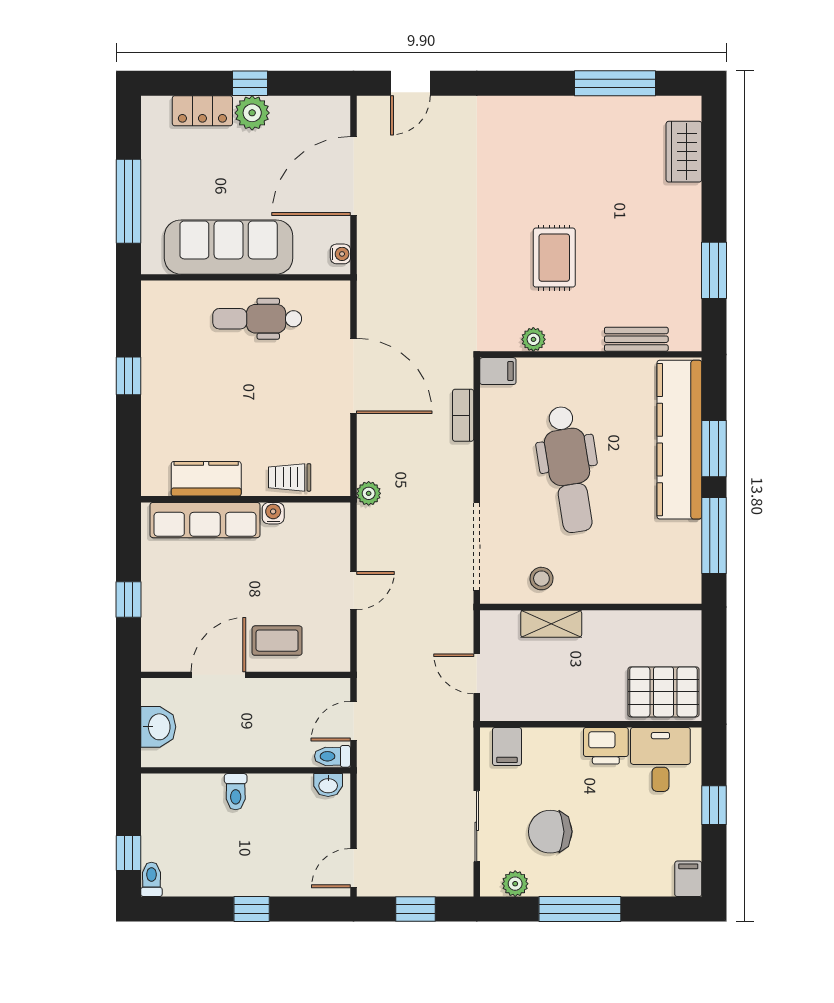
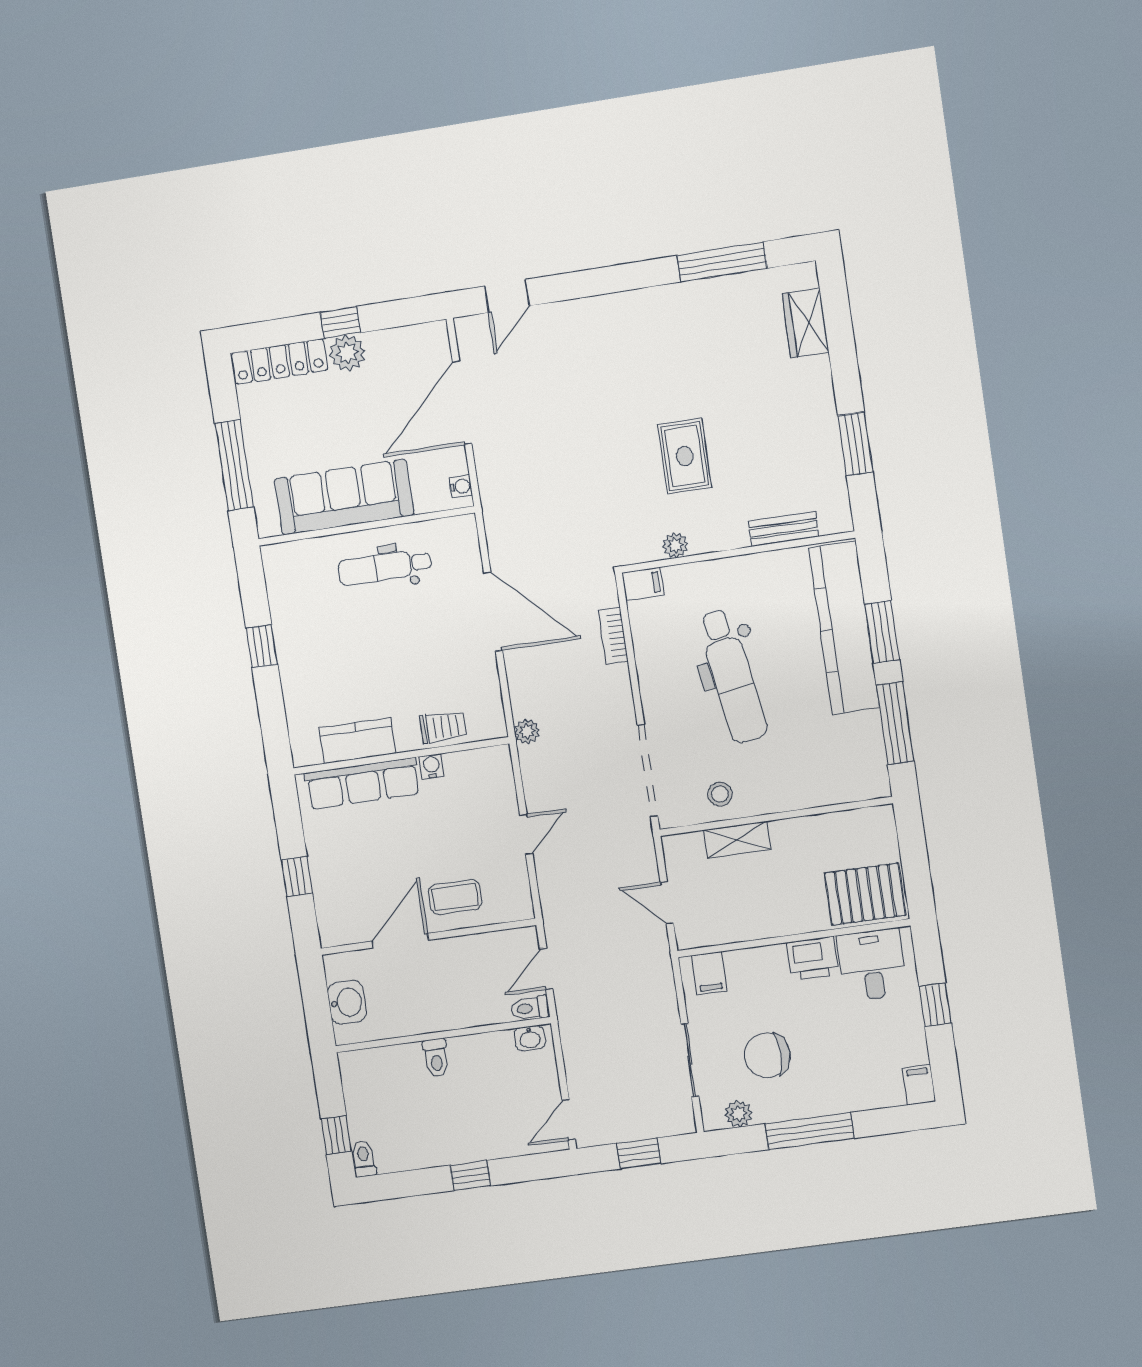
locker: (202, 111) -> (280, 362), width x1.53
trolley: (290, 477) -> (443, 727), turned 180

